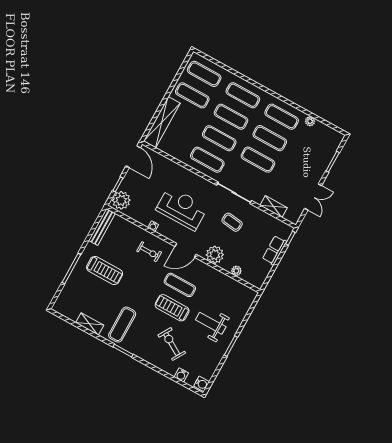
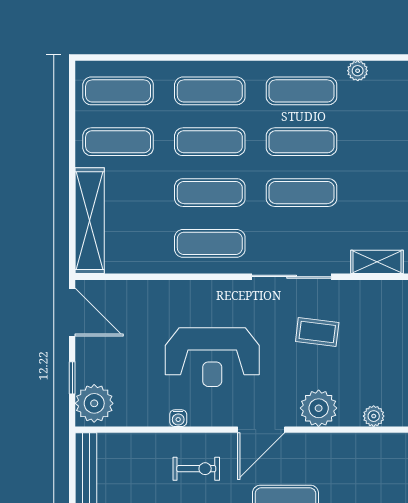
reception desk: (182, 208) -> (212, 357), turned 180

